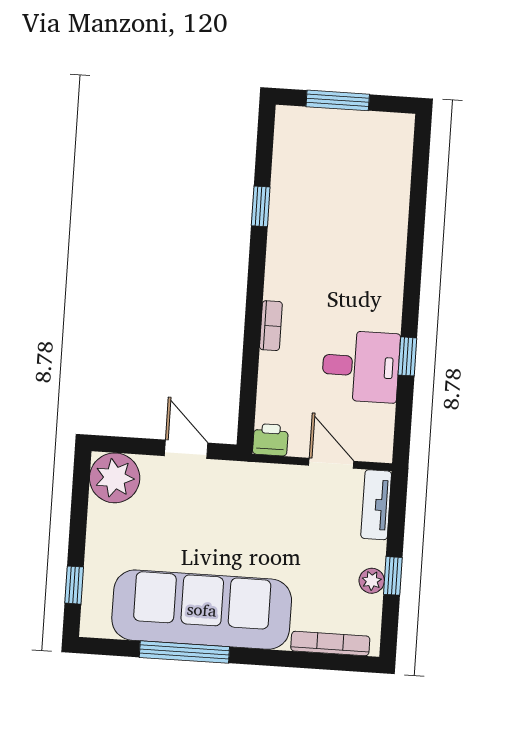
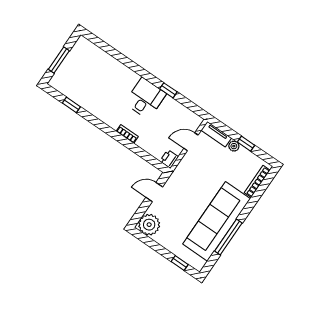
window: (261, 206) -> (71, 105), moved
desk: (361, 366) -> (145, 98), moved
plant: (372, 581) -> (234, 146), moved

